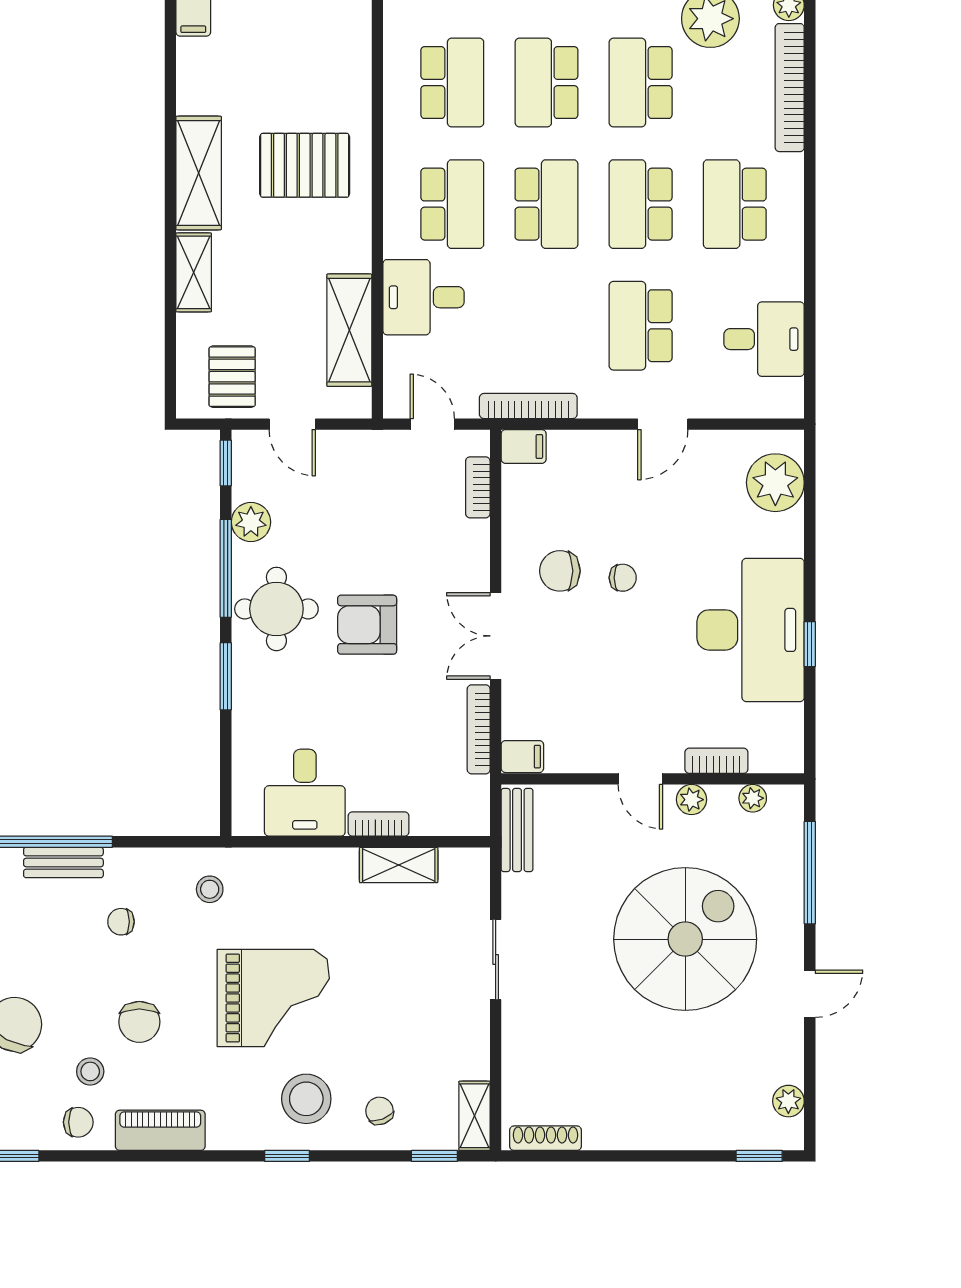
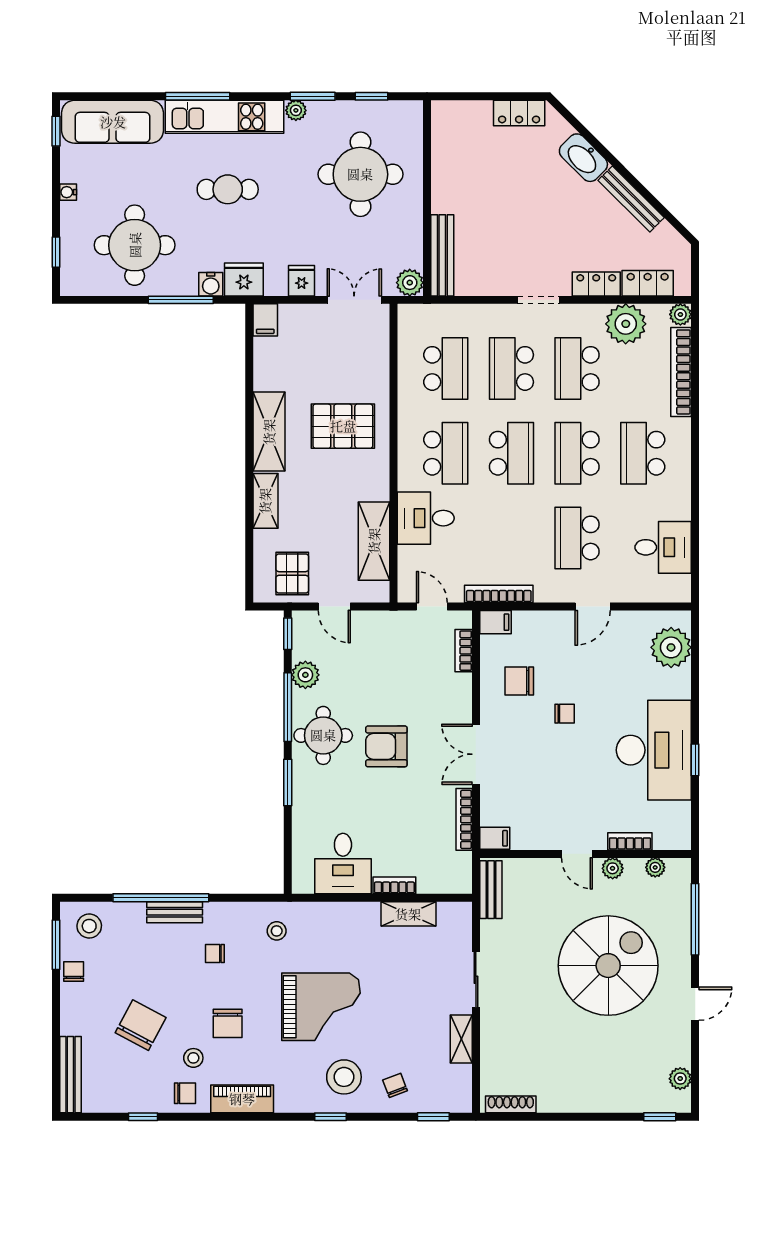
chair: (560, 571) -> (519, 681), moved
shelving: (474, 1116) -> (461, 1039), moved

